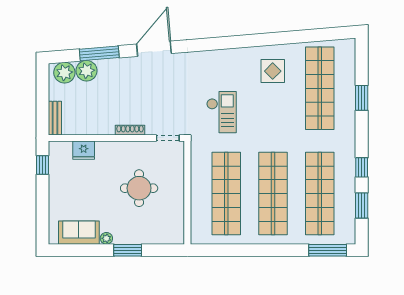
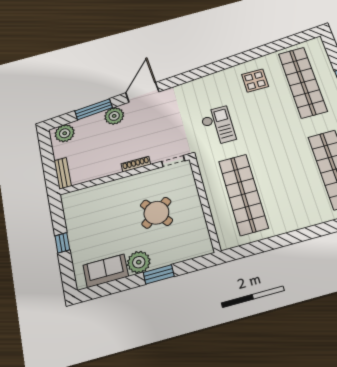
plant: (86, 71) -> (114, 116), moved
fridge: (84, 150) -> (95, 194), removed
window: (43, 165) -> (62, 243), moved
round table: (139, 188) -> (156, 213), turned -37
shop shelf: (273, 194) -> (289, 182), removed
plant: (106, 238) -> (139, 262), width x1.87, depth x1.87

